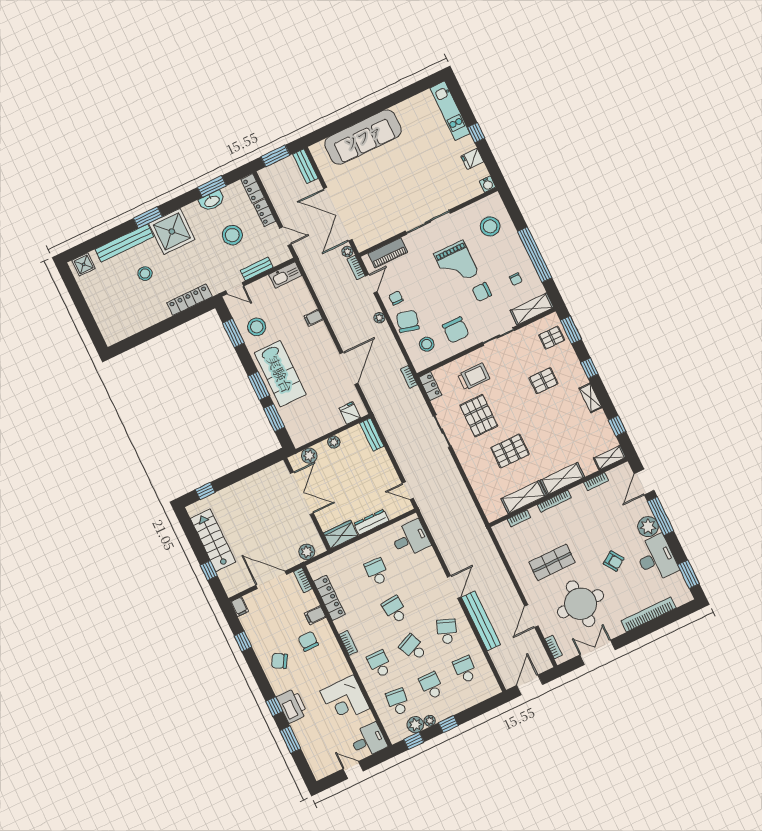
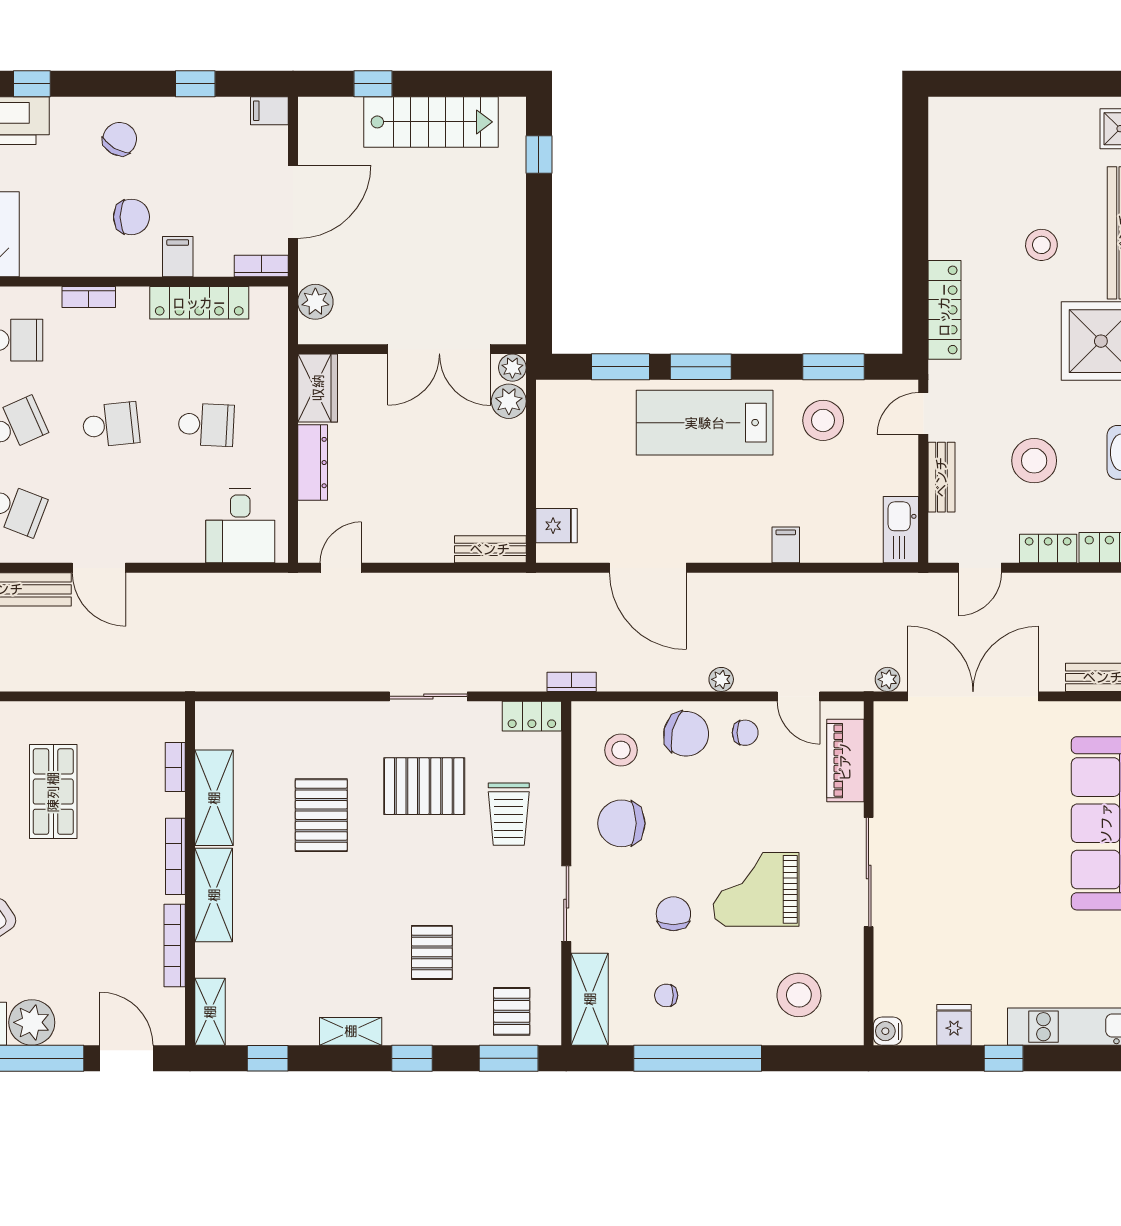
bookcase: (356, 267) -> (847, 681), removed
plant: (334, 442) -> (512, 368), moved
bookcase: (596, 482) -> (175, 945), width x1.56

